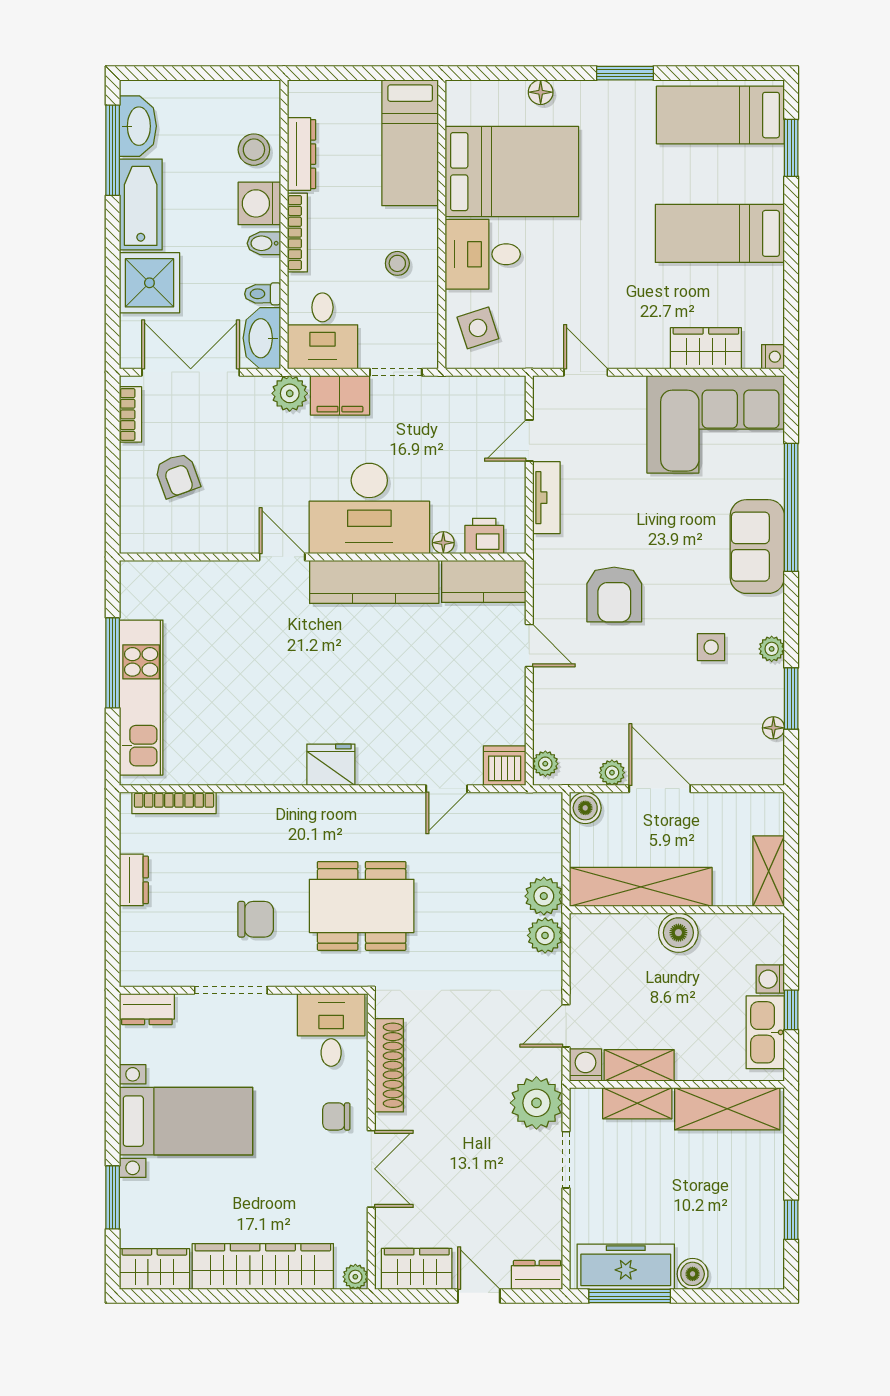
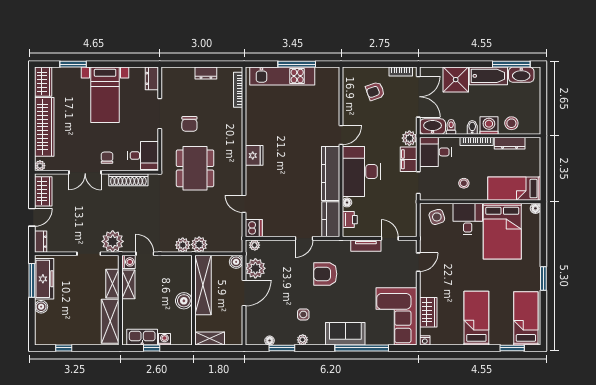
floor lamp: (541, 92) -> (535, 208), moved
plant: (612, 773) -> (255, 268), width x1.88, depth x1.88

